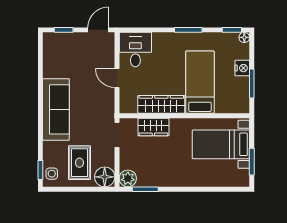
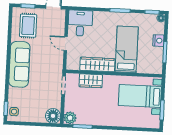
rug: (79, 163) -> (28, 26), moved

